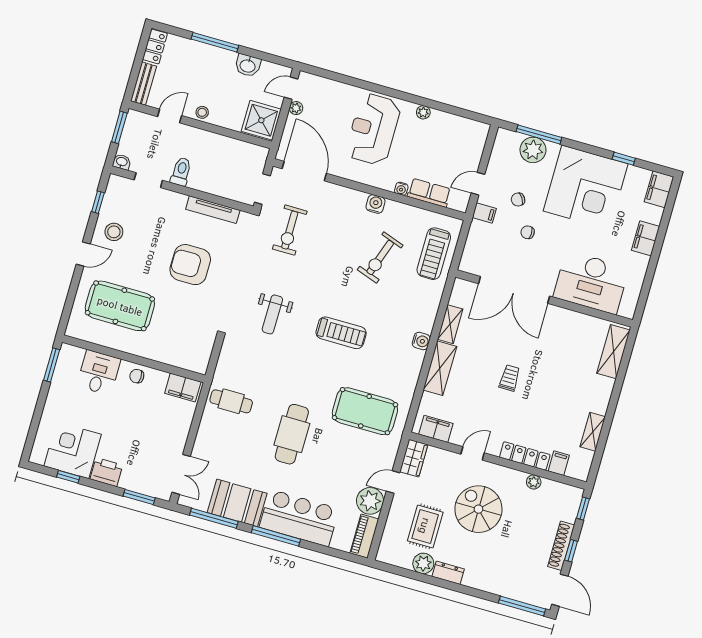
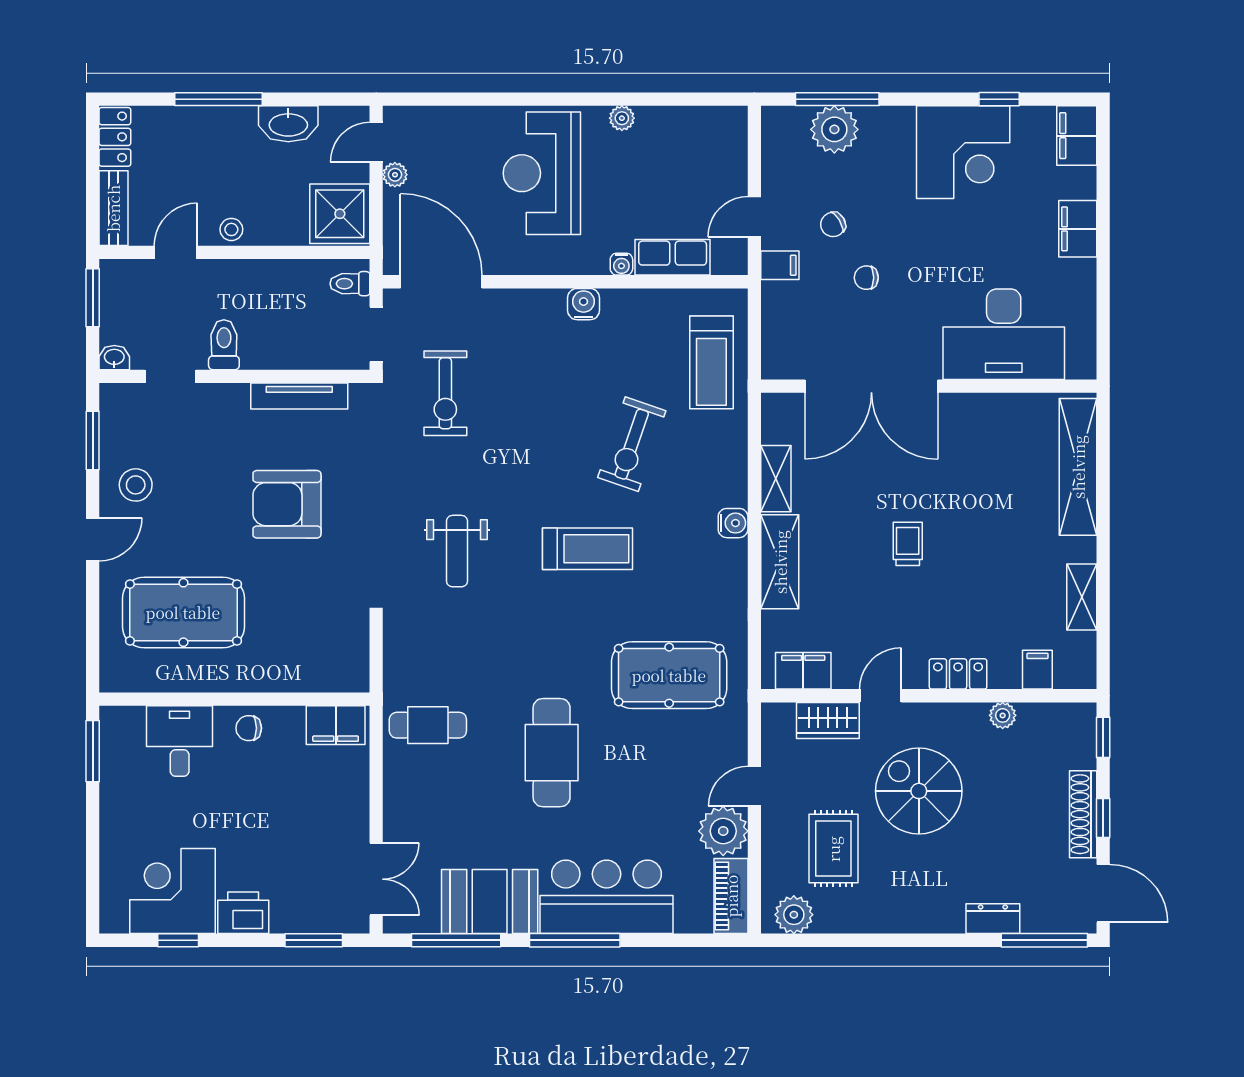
washbasin: (248, 66) -> (288, 124), width x1.38
toilet: (256, 158) -> (350, 284), added
corner desk: (586, 187) -> (963, 152), width x0.74, depth x0.74
window: (98, 202) -> (93, 440), width x1.50
exercise bike: (380, 257) -> (632, 444), moved
shelving: (613, 352) -> (1078, 467), width x1.47
locker: (525, 456) -> (958, 674), width x0.66
wardrobe: (414, 458) -> (828, 720), moved, turned 90
plant: (423, 563) -> (794, 915), moved
dresser: (448, 573) -> (993, 919), moved

